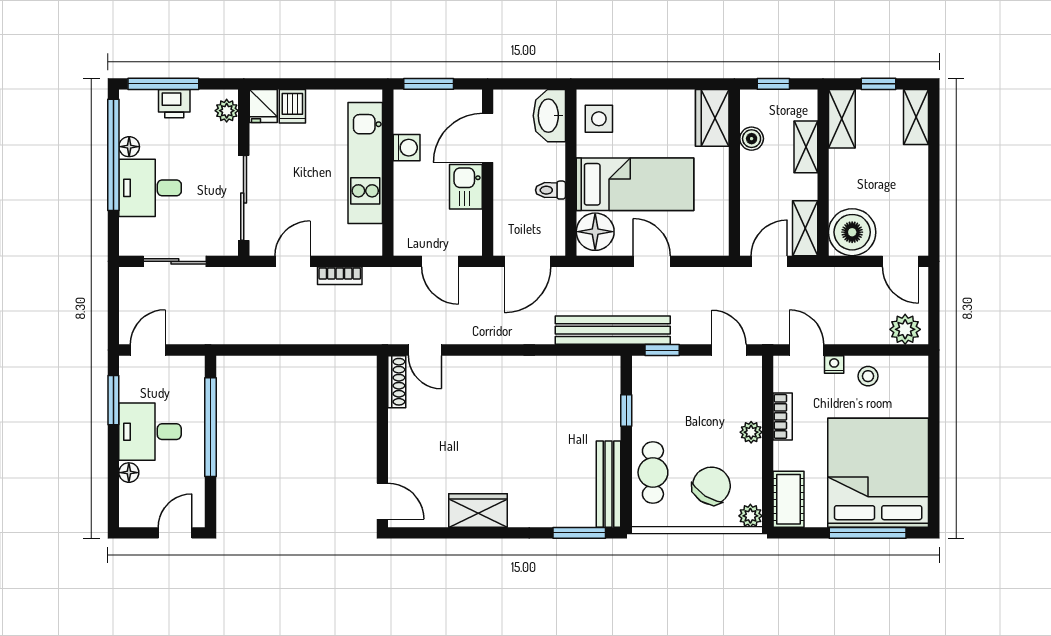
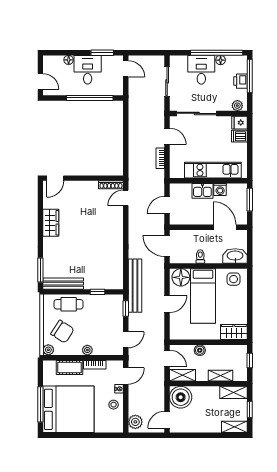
boiler: (752, 139) -> (200, 350), moved
kitchen sink: (466, 187) -> (202, 191), moved, turned 180
cot: (788, 499) -> (70, 368), moved

